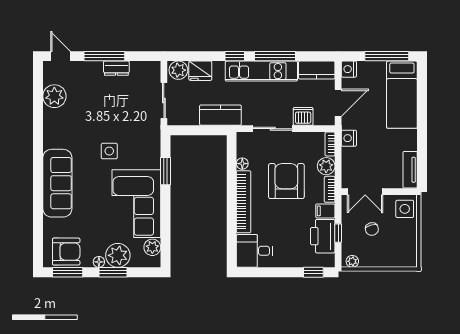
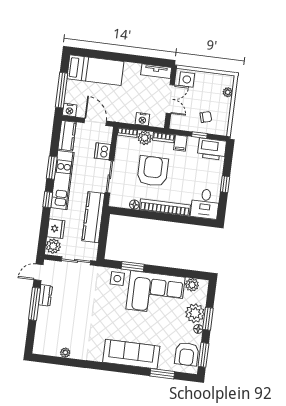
door: (61, 56) -> (38, 272), moved
window: (275, 56) -> (52, 168), width x0.69
window: (387, 56) -> (61, 90), moved
plant: (54, 96) -> (65, 353), width x0.53, depth x0.53
kitchen counter: (220, 115) -> (93, 217), width x1.50
nightstand: (349, 138) -> (142, 119), moved
side table: (109, 151) -> (117, 279), moved
armchair: (286, 181) -> (153, 171), turned 90
double door: (365, 192) -> (170, 99), moved
window: (38, 224) -> (162, 374), added
chair: (372, 229) -> (206, 117), moved
printer: (323, 236) -> (212, 149), moved
armchair: (66, 252) -> (187, 354), turned 180
plant: (352, 261) -> (228, 92), moved
window: (313, 272) -> (225, 184), moved

